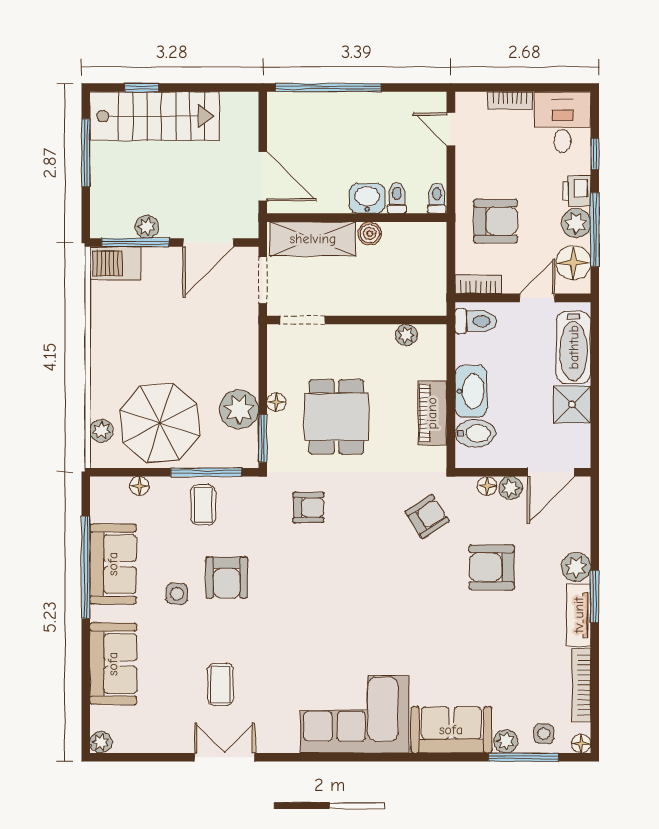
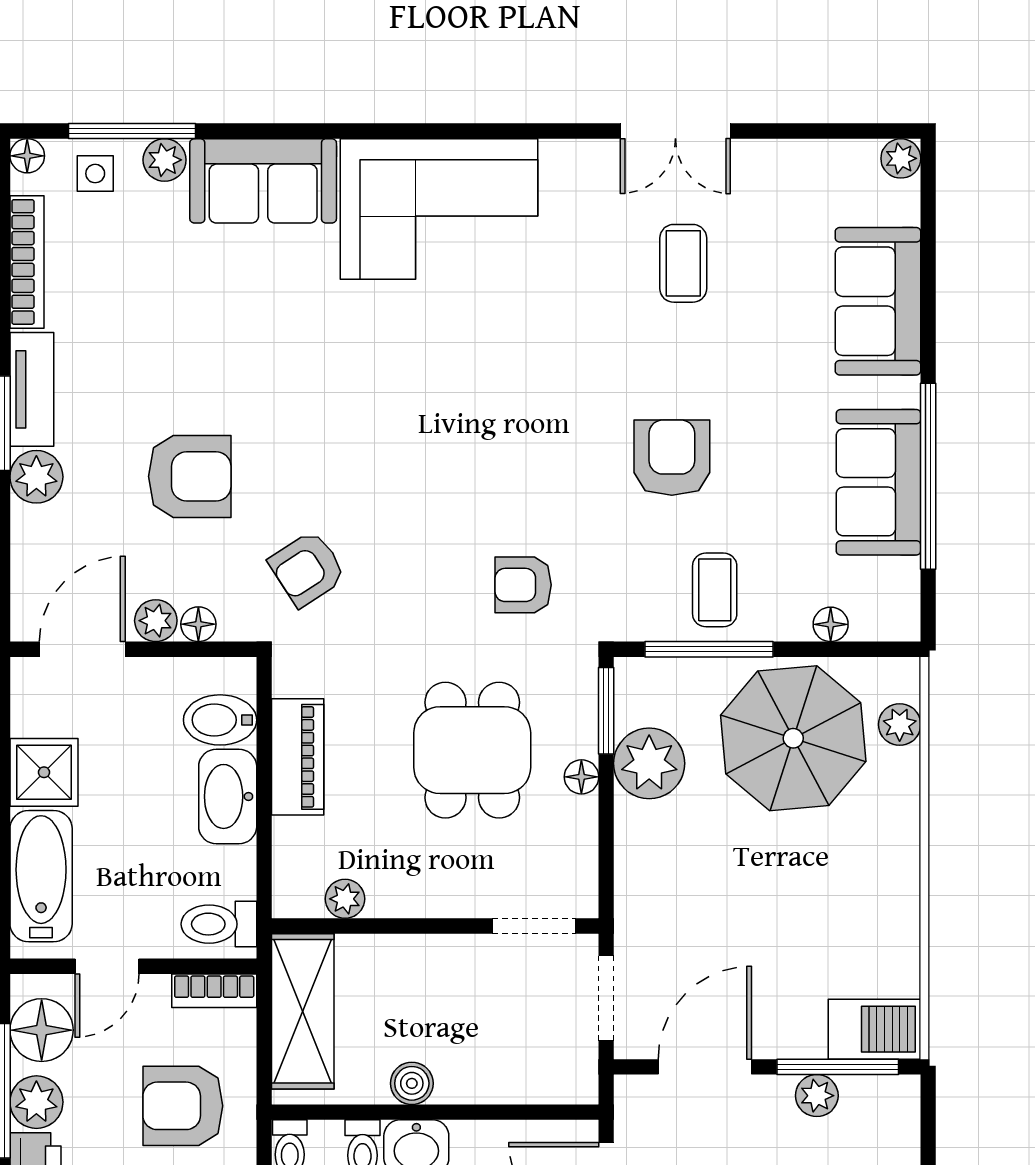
shelving: (313, 239) -> (303, 1011), moved, turned 90
side table: (177, 594) -> (762, 428), removed

